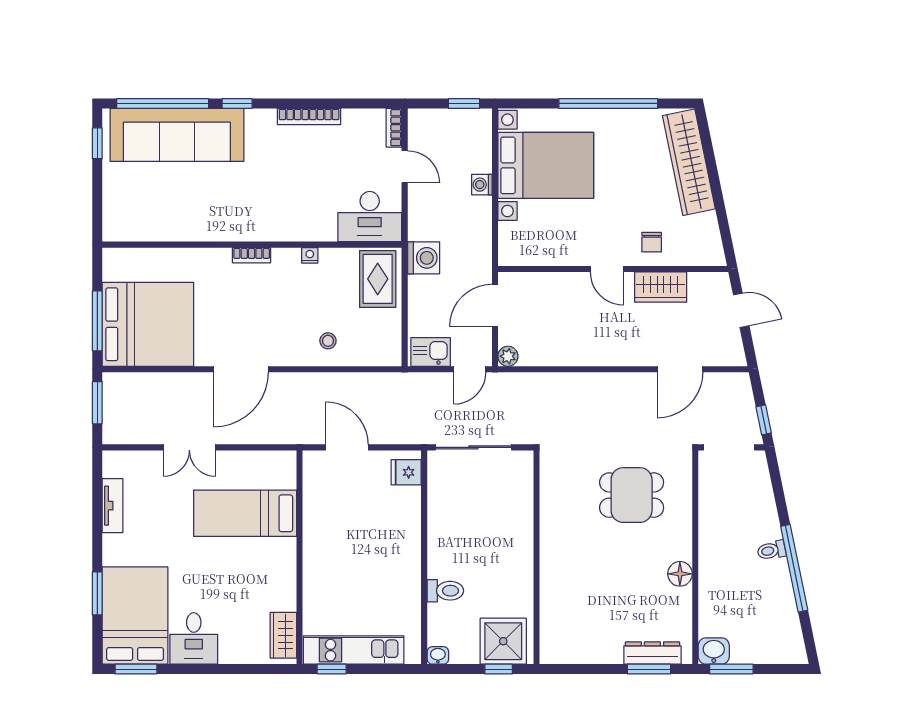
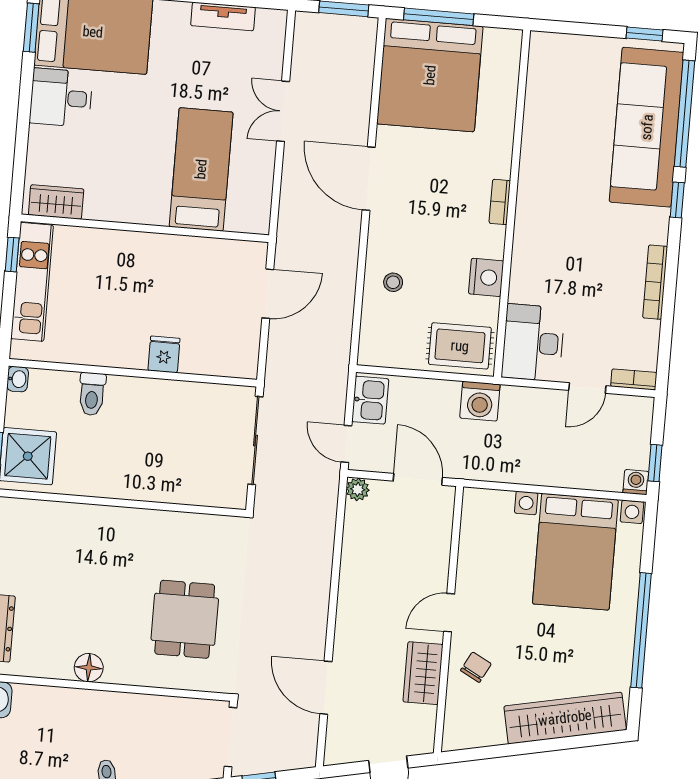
washing machine: (482, 185) -> (636, 482), moved
chair: (652, 242) -> (476, 667), turned 118
nightstand: (310, 255) -> (486, 277), width x1.89, depth x1.79
fridge: (406, 472) -> (164, 354), moved

